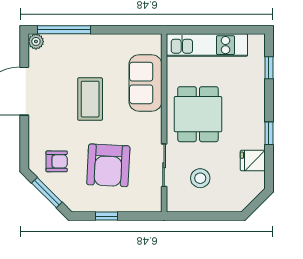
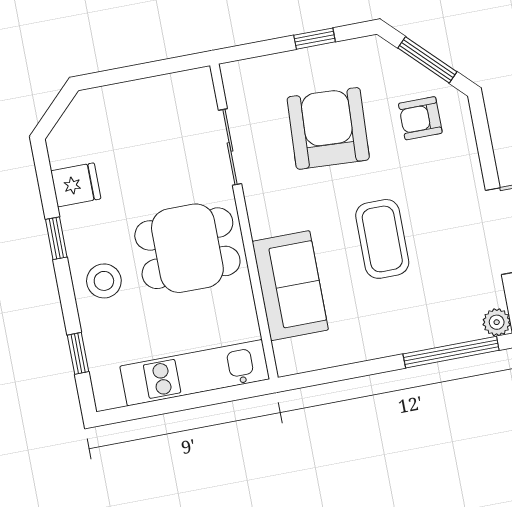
dining table: (198, 114) -> (187, 248), turned 90
stool: (200, 178) -> (104, 281), moved

